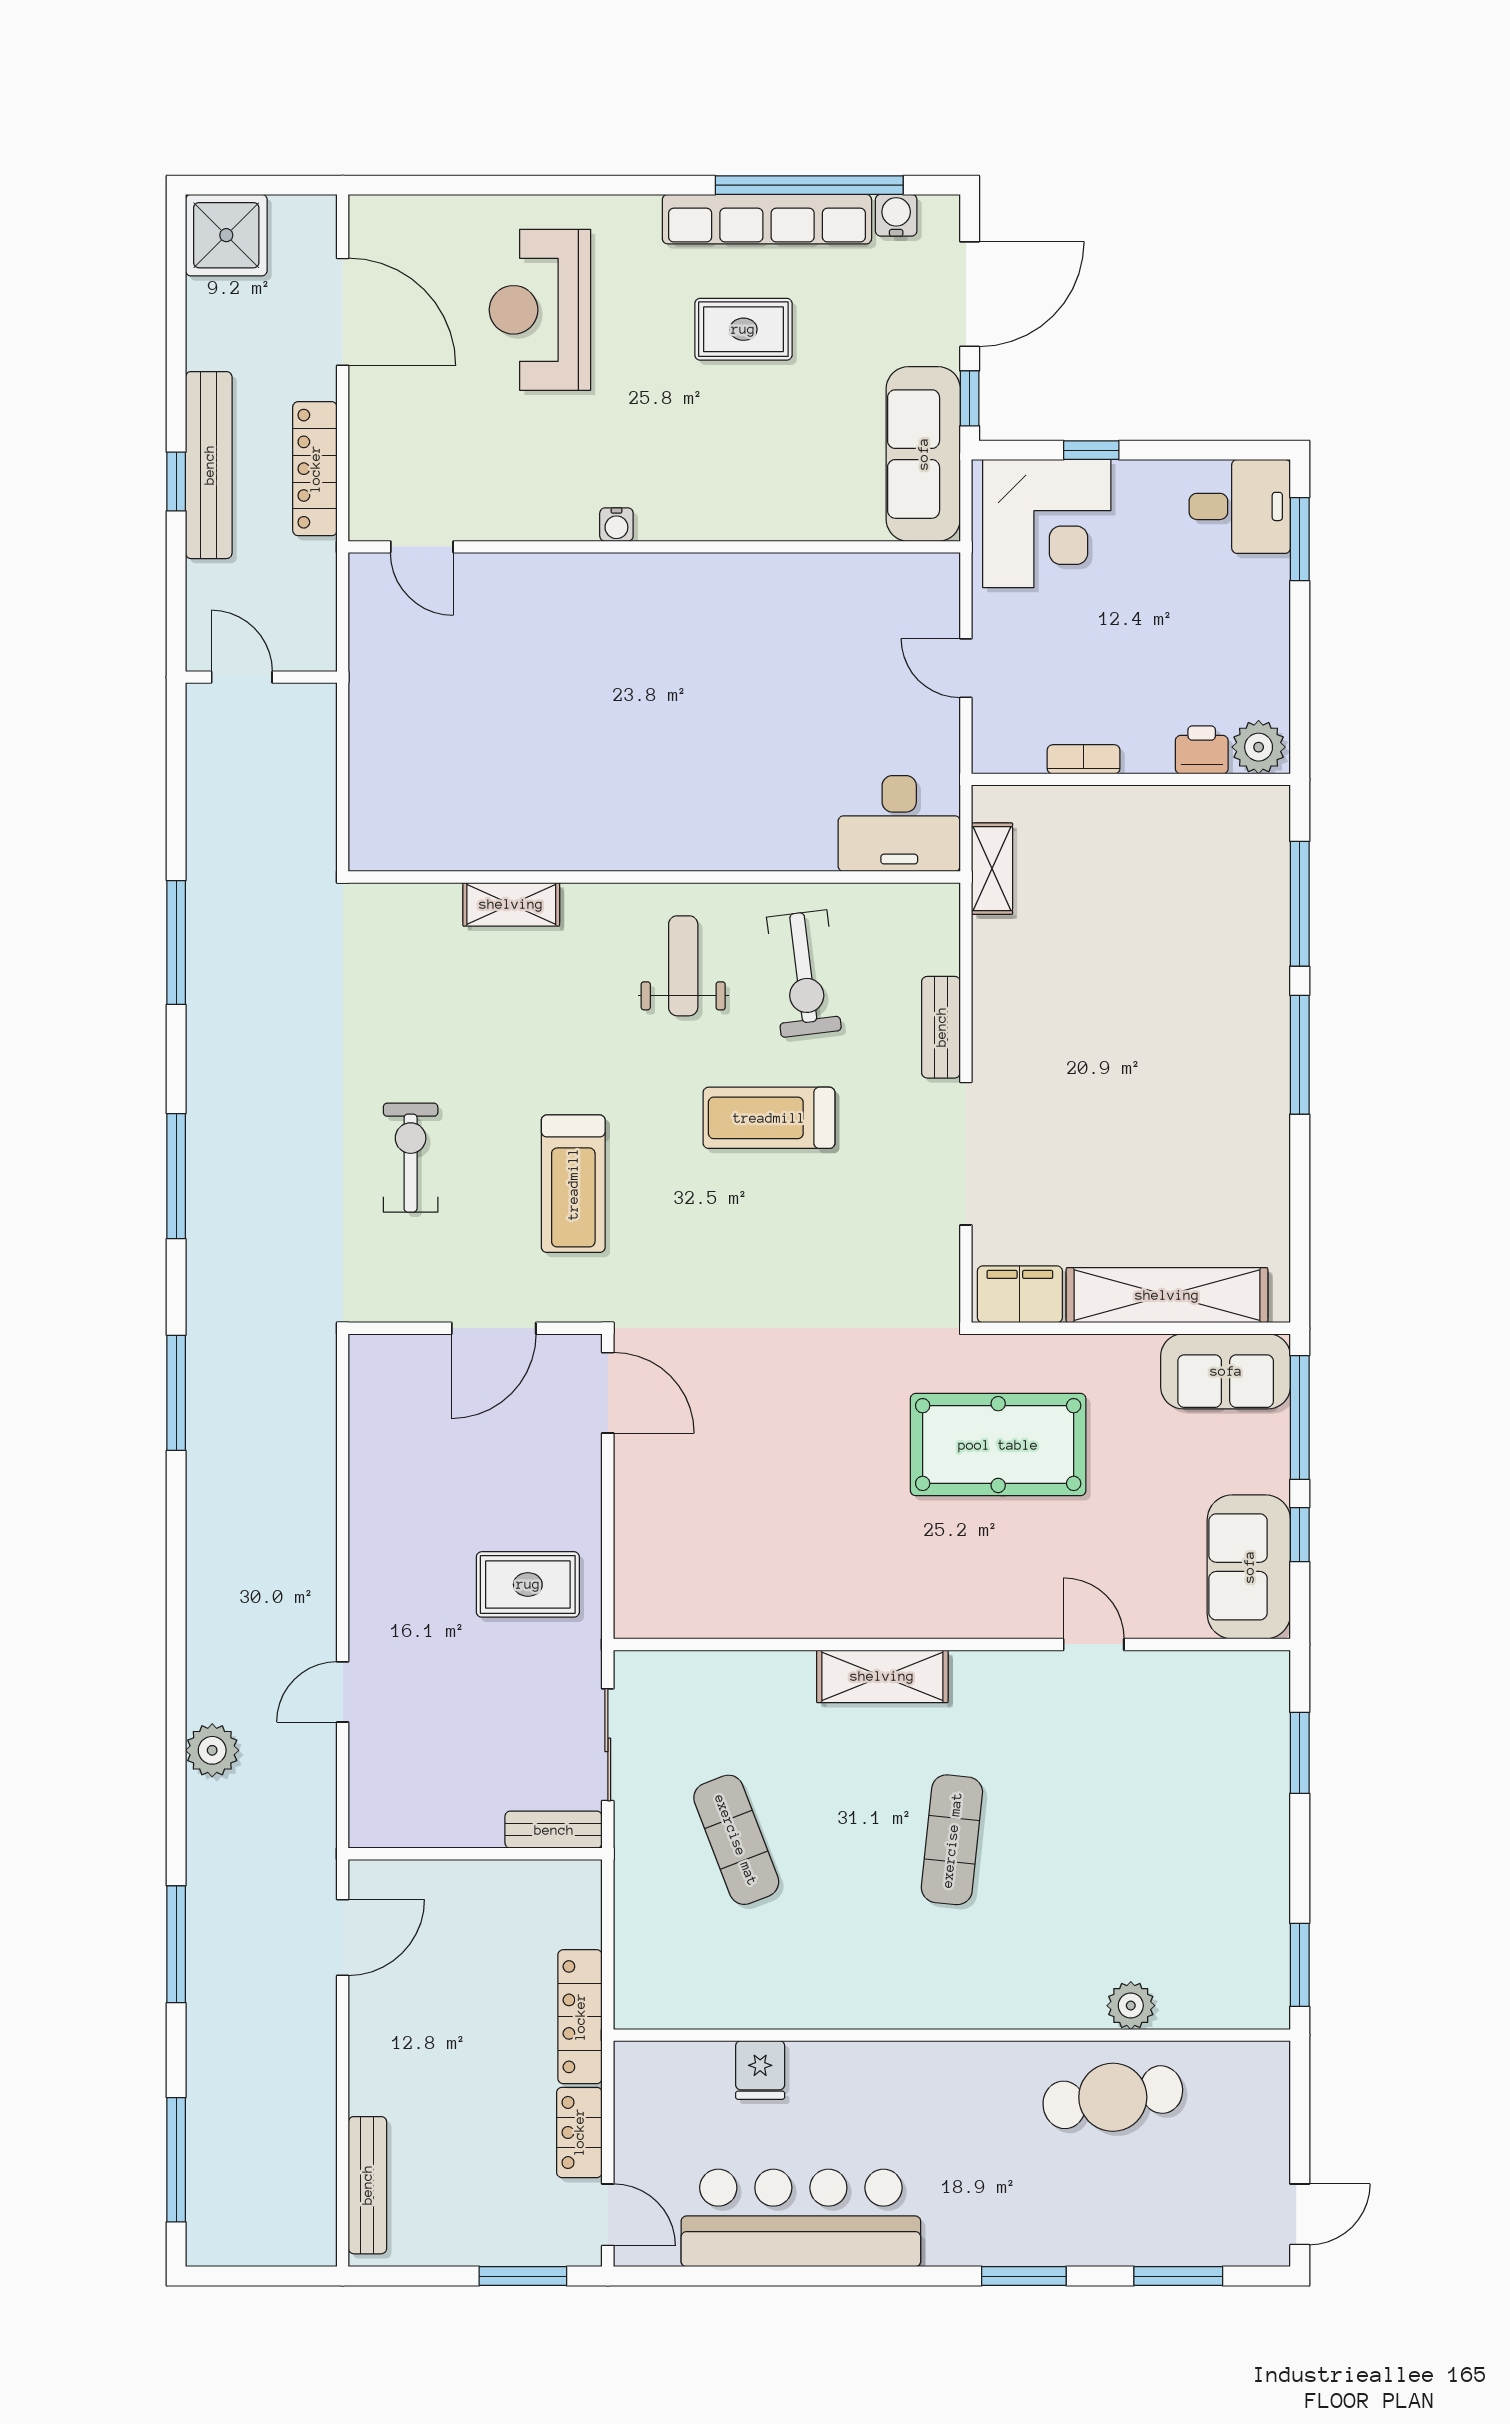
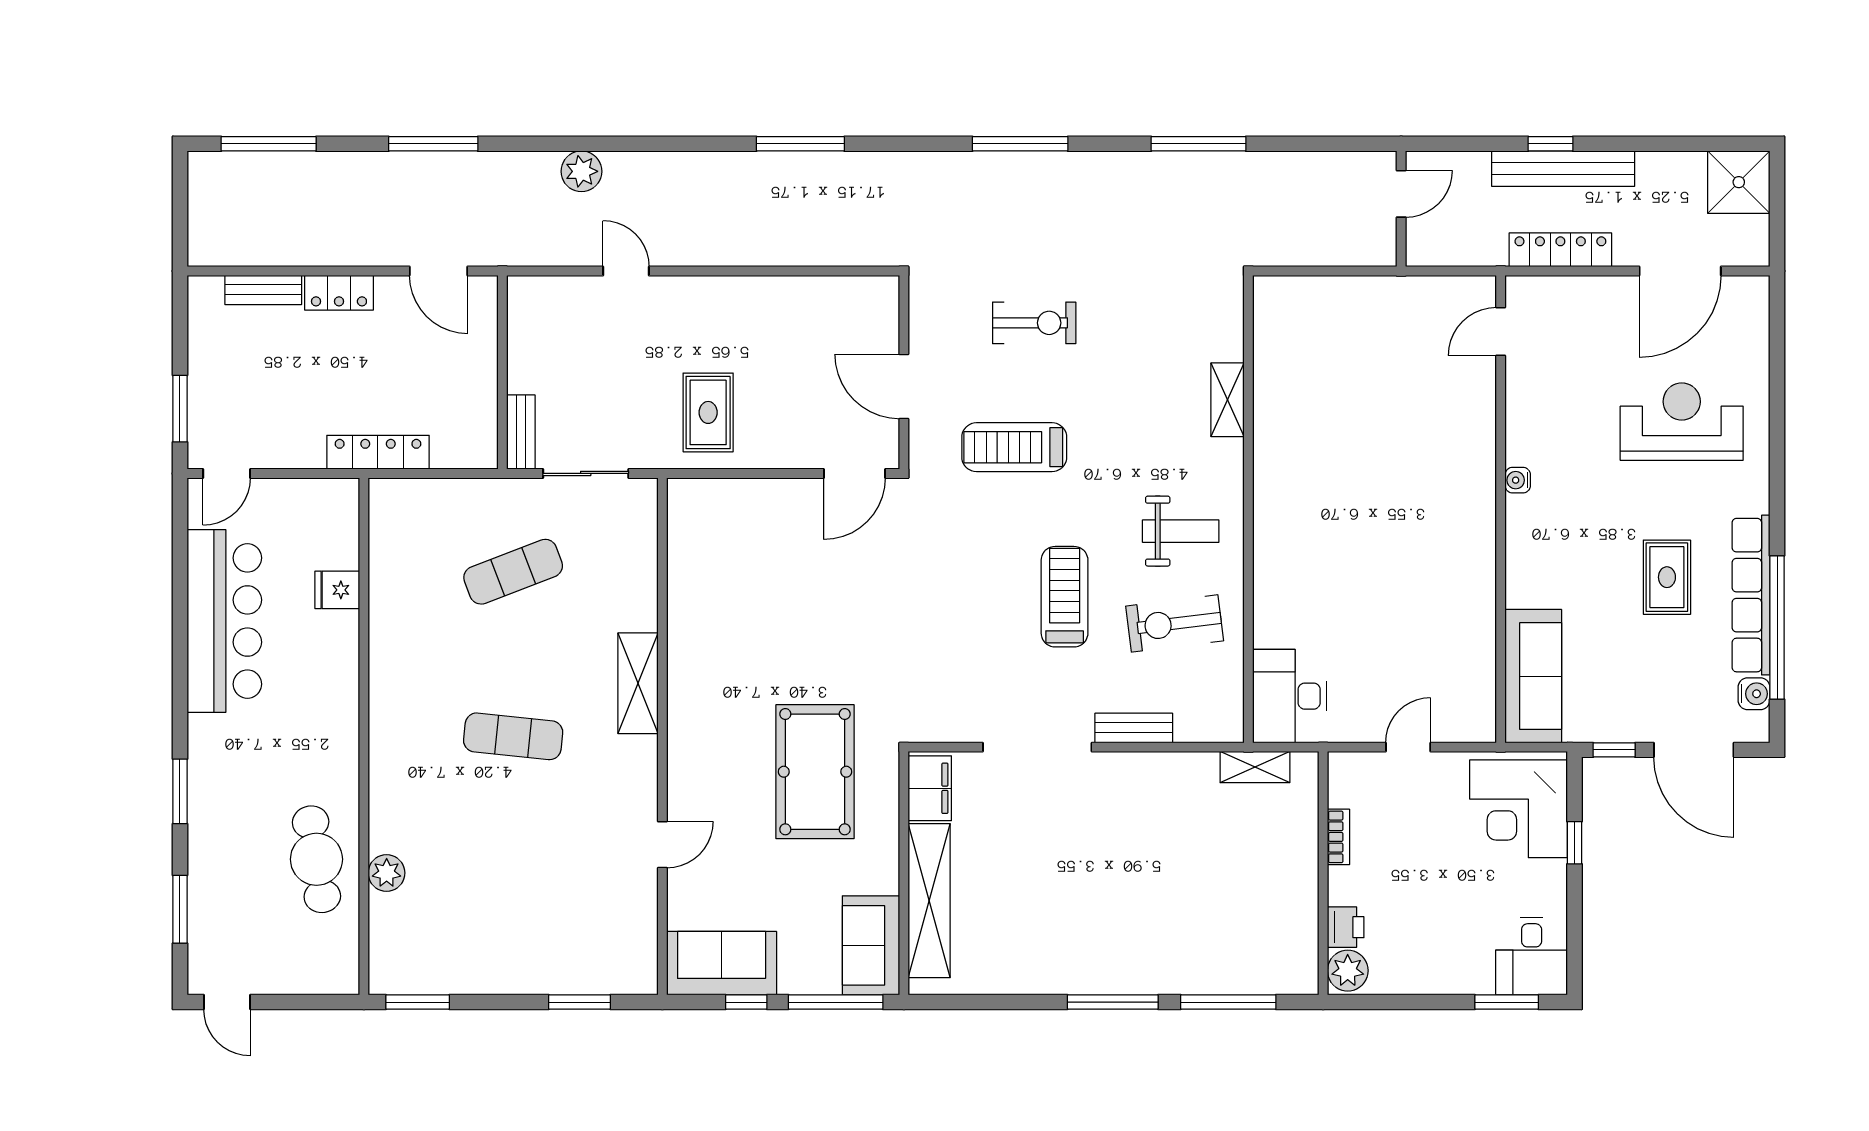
sofa: (923, 454) -> (1533, 676), moved, turned 90
window: (176, 1393) -> (800, 144), moved
locker: (579, 2132) -> (339, 293), moved, turned 180
bench: (367, 2185) -> (263, 290), width x0.73

